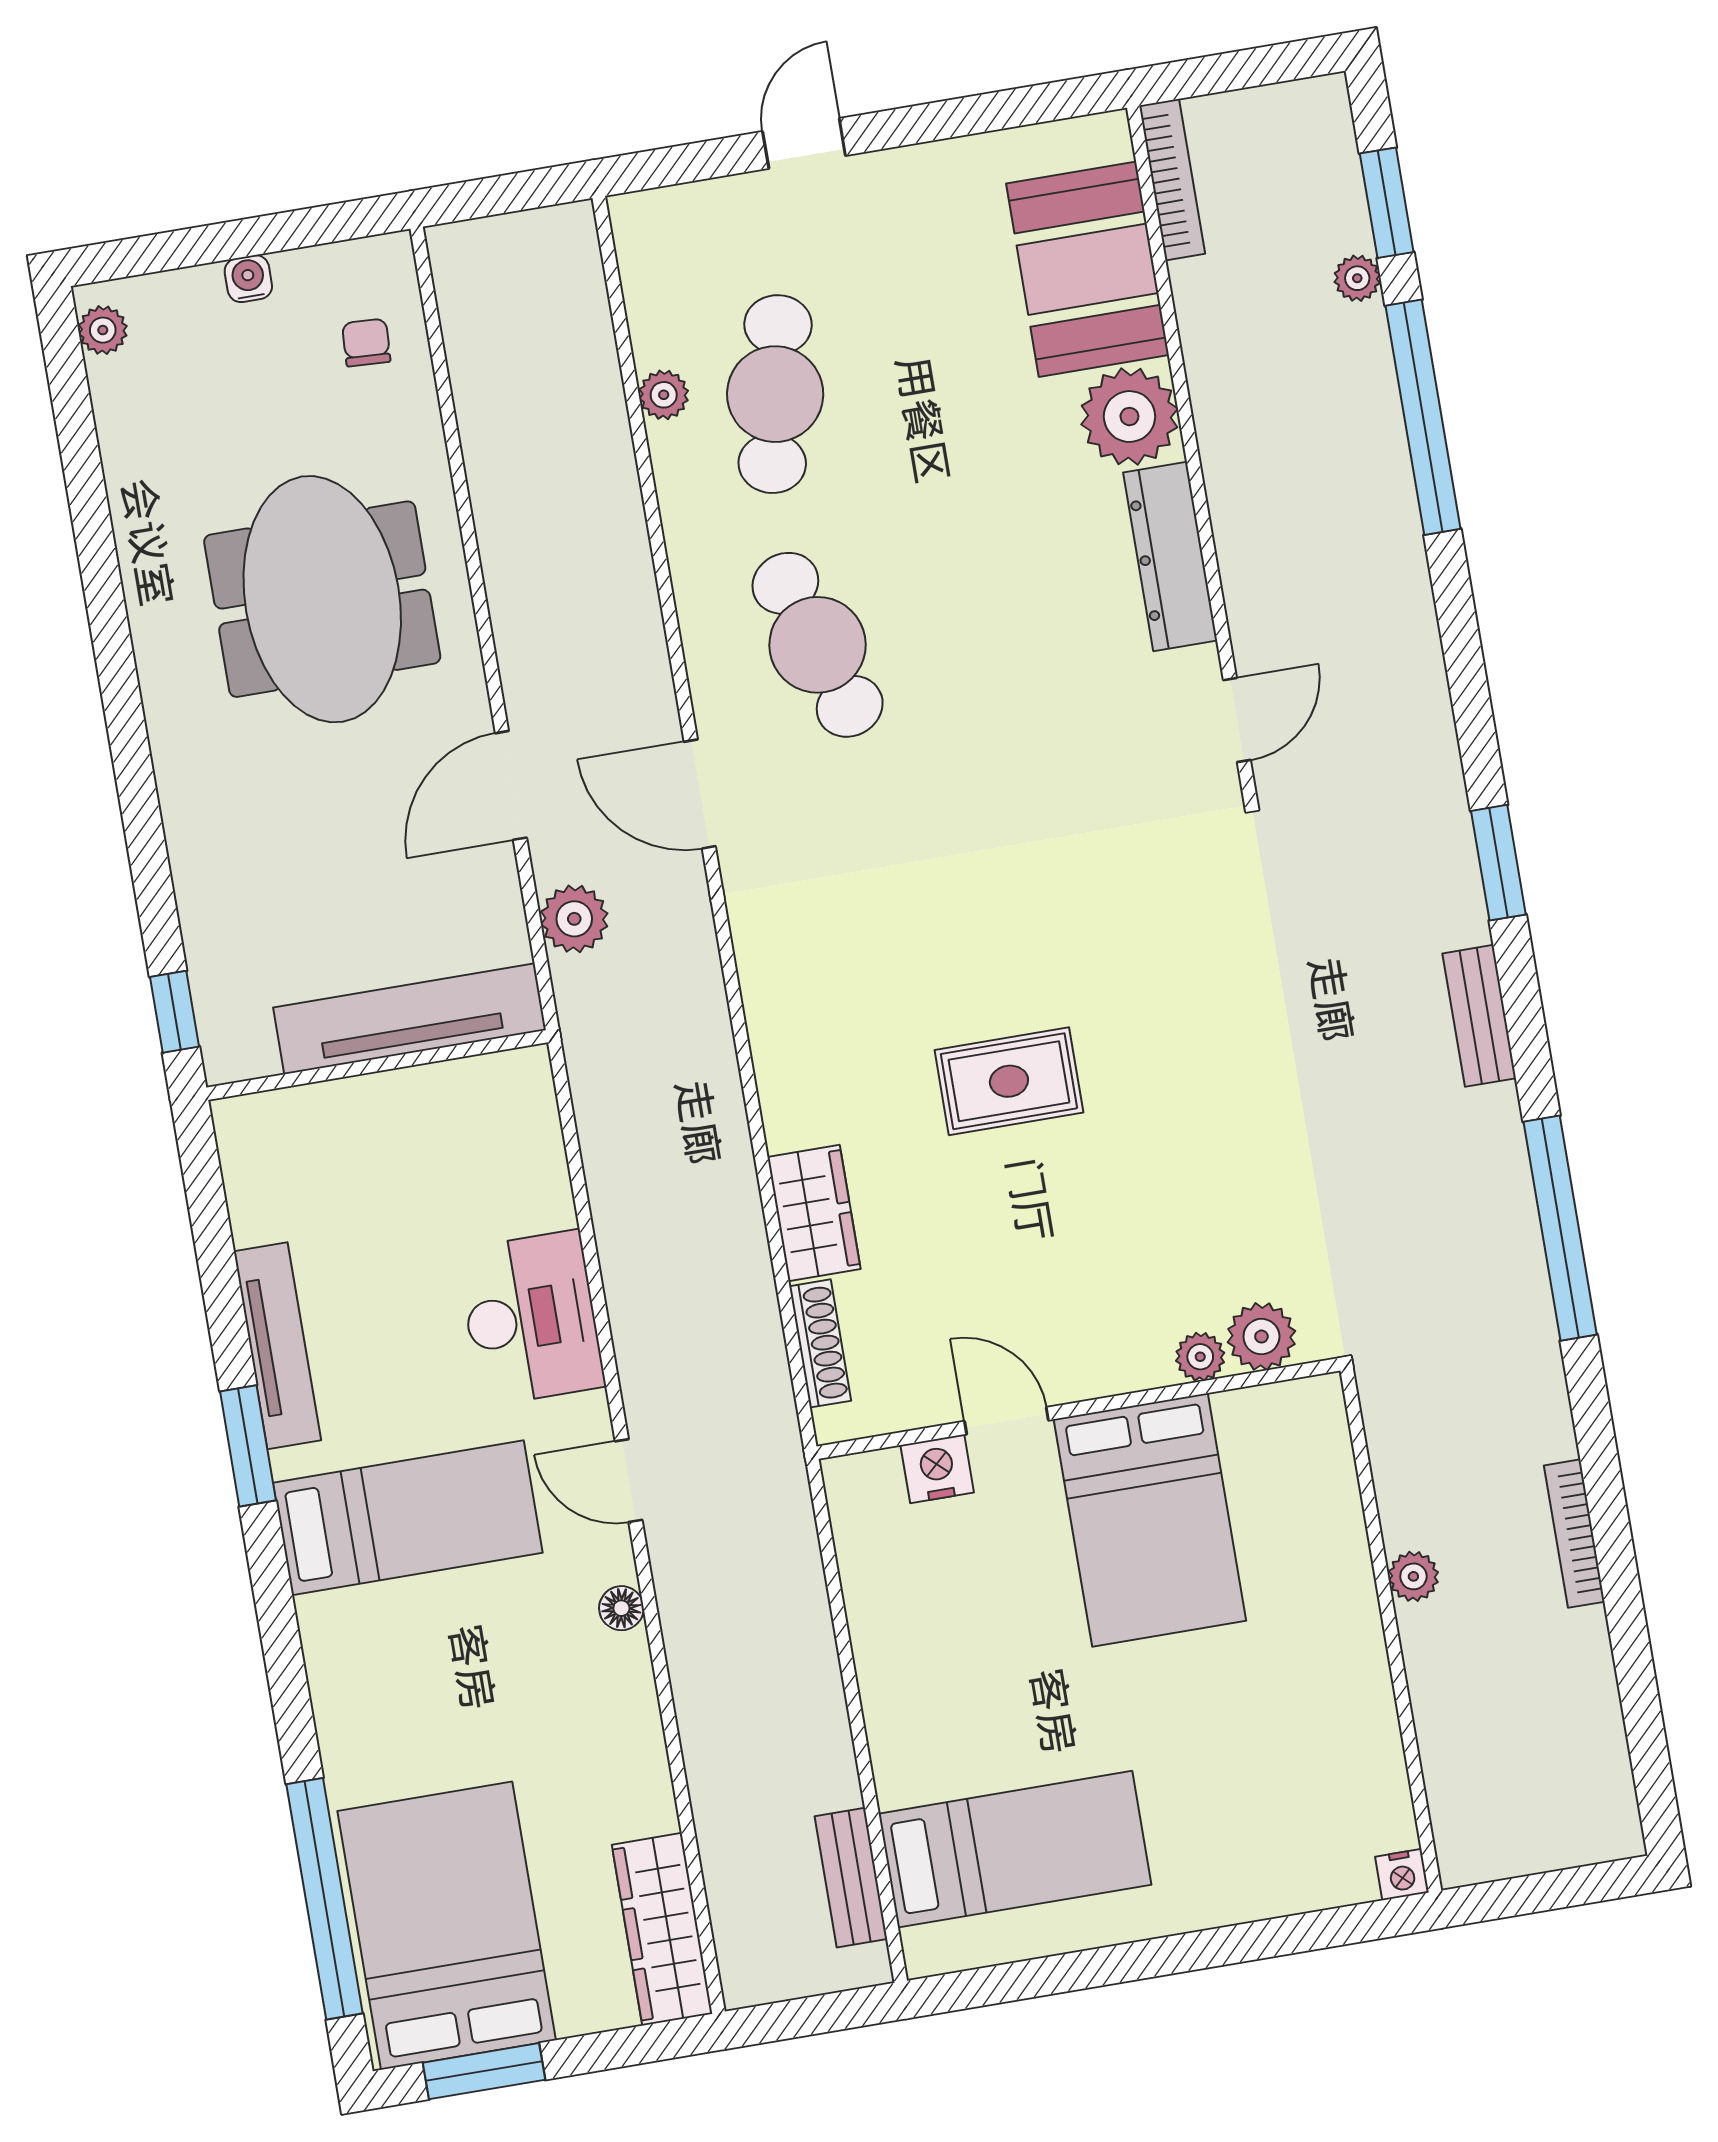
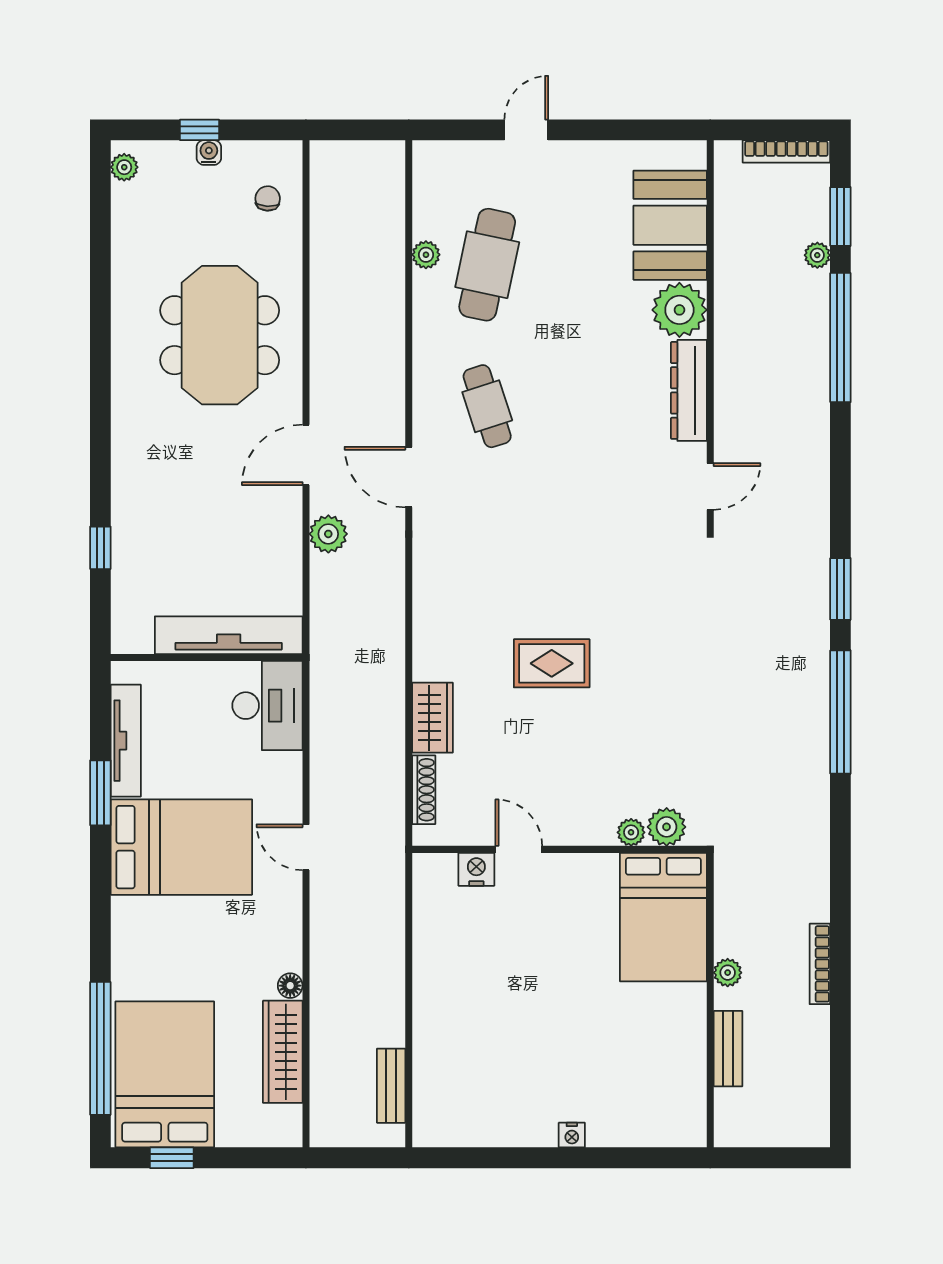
bookcase: (1172, 180) -> (786, 151), moved, turned 90
window: (225, 241) -> (200, 130), added
cafe table: (818, 645) -> (487, 406), width x0.73, depth x0.74
bench: (1479, 1016) -> (728, 1049), moved
tv unit: (410, 1019) -> (229, 635), moved
wall: (377, 1065) -> (207, 658), moved
window: (1560, 1228) -> (840, 712), moved
desk: (531, 1318) -> (267, 706), moved
bed: (408, 1518) -> (181, 847), width x1.50
bed: (1150, 1520) -> (663, 917), moved
floor lamp: (621, 1608) -> (290, 986), moved
bed: (1015, 1849) -> (484, 1085), removed
nightstand: (1402, 1875) -> (572, 1135), moved
wardrobe: (662, 1929) -> (283, 1052), moved
window: (484, 2071) -> (172, 1158), width x0.67

